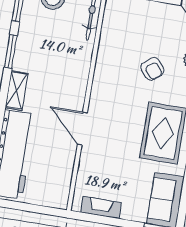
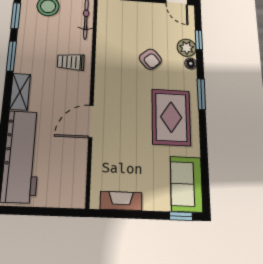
trolley: (70, 64) -> (71, 62), added
door: (82, 129) -> (91, 121), hinge flipped

